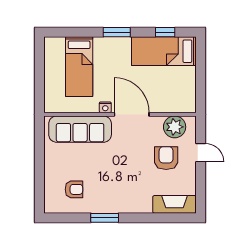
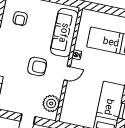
door: (132, 114) -> (67, 73), width x0.53
armchair: (166, 158) -> (37, 67), moved

